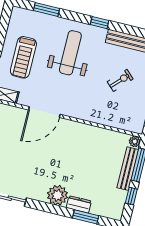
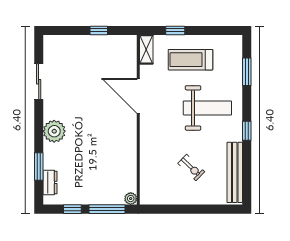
bench: (128, 169) -> (100, 198), removed
dresser: (79, 204) -> (50, 182), moved

